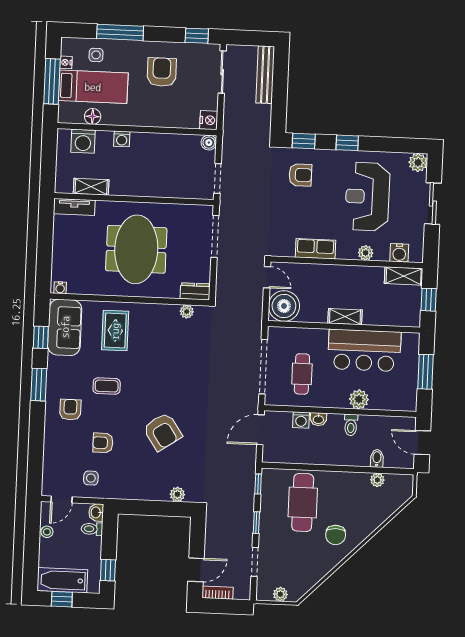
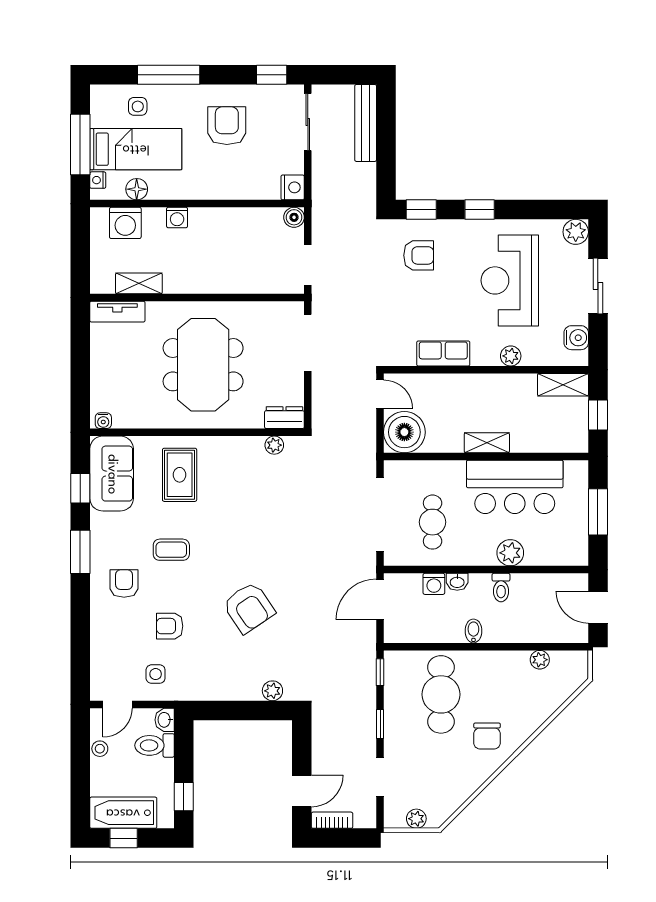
nightstand: (66, 62) -> (98, 180), moved
water cooler: (399, 253) -> (576, 338), moved, turned -90
bidet: (377, 458) -> (473, 631), moved
toilet: (92, 529) -> (155, 745), width x1.37, depth x1.39

